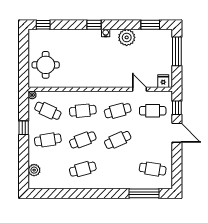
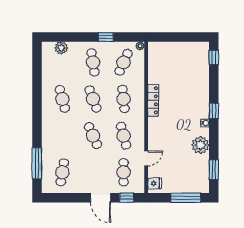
round table: (46, 65) -> (172, 60), removed
locker: (84, 82) -> (153, 100), added
door: (177, 133) -> (101, 198), hinge flipped

